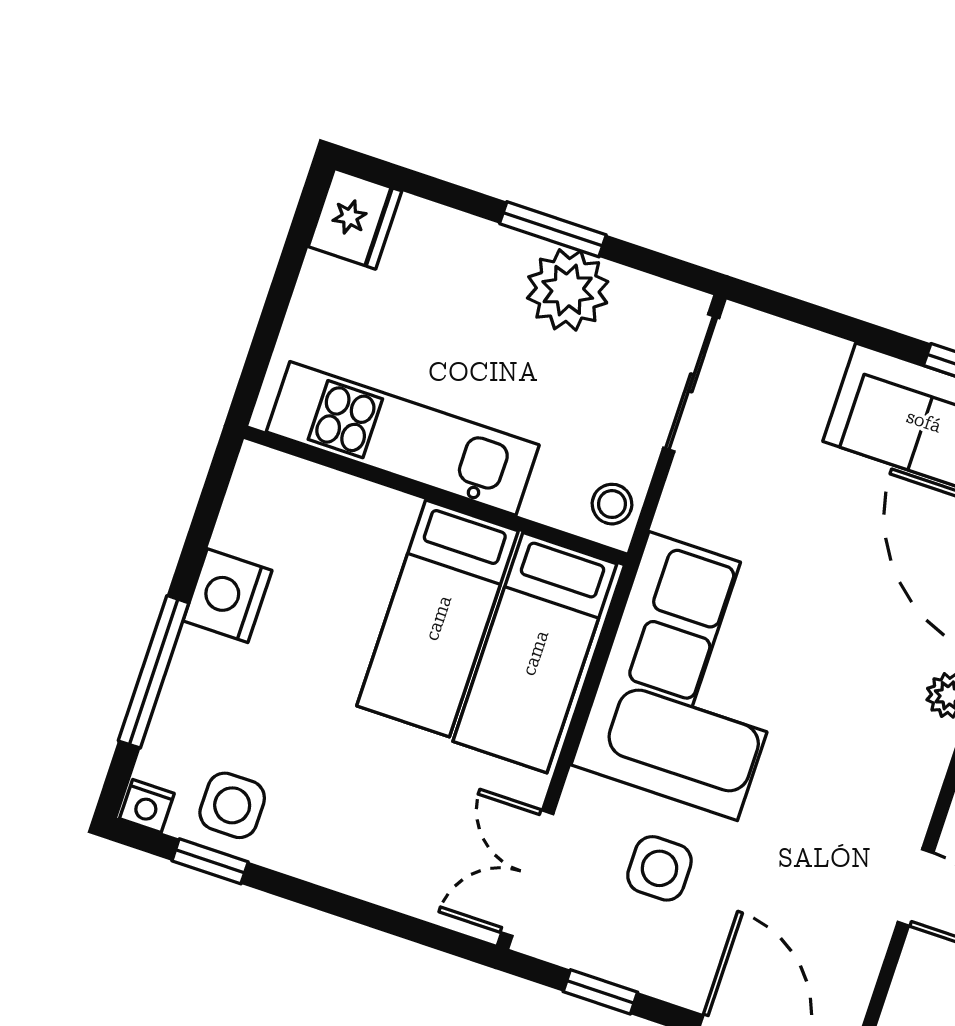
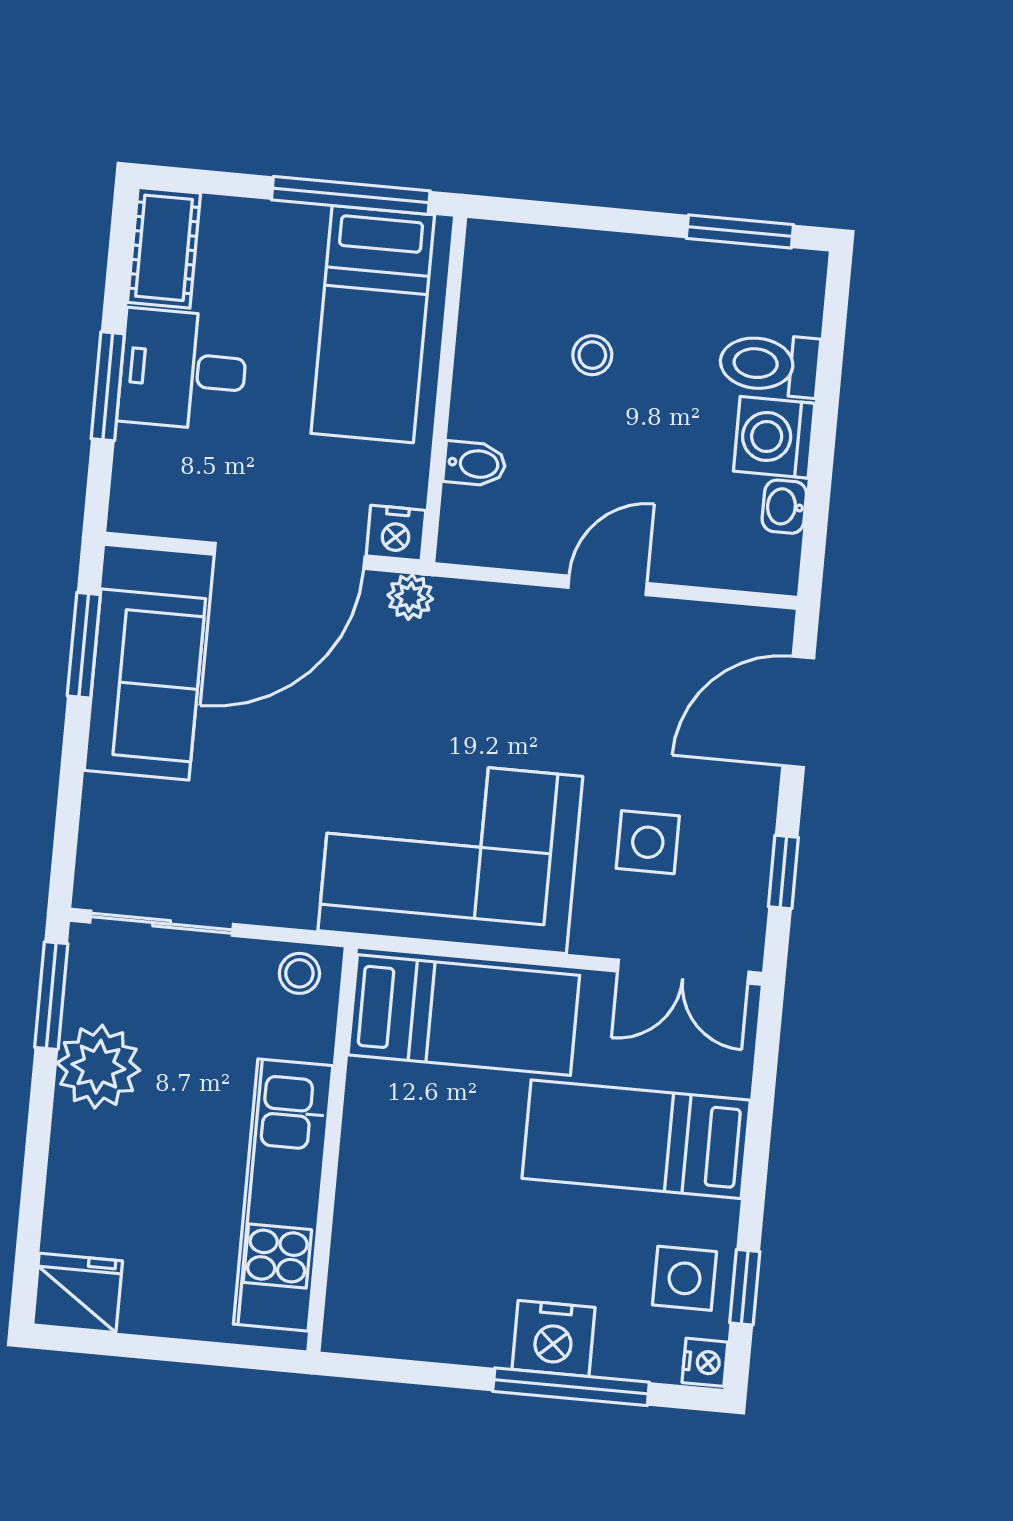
window: (553, 229) -> (51, 996), moved
nightstand: (227, 596) -> (554, 1338), moved
bed: (438, 618) -> (636, 1139), moved, turned 180

